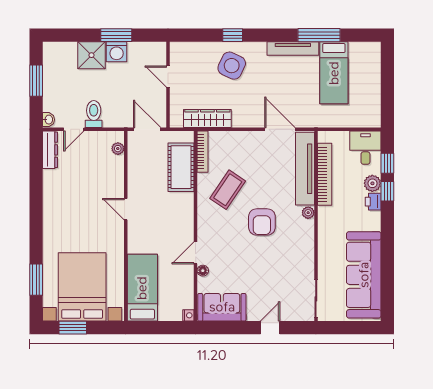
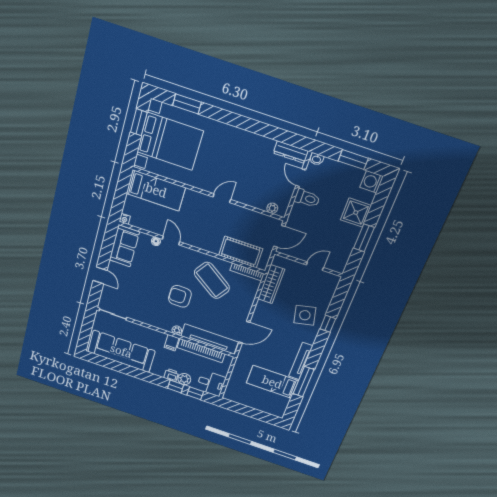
washing machine: (117, 52) -> (372, 182), moved
side table: (232, 66) -> (305, 315), turned -38
coffee table: (228, 190) -> (212, 280), width x1.36, depth x1.32
filing cabinet: (328, 214) -> (172, 343), added

